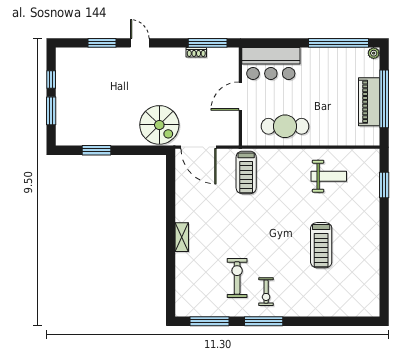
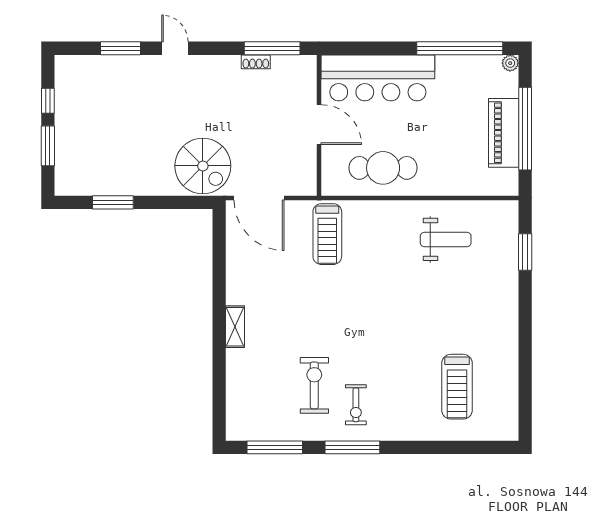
bar counter: (271, 63) -> (378, 78), width x1.36
door: (240, 96) -> (319, 125), swing flipped
treadmill: (321, 245) -> (457, 387), moved

